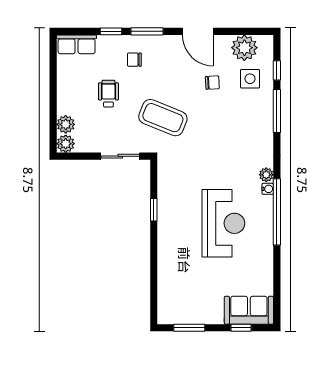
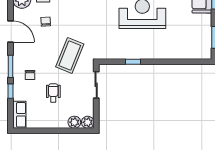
door: (198, 31) -> (10, 31), hinge flipped
wheelchair: (108, 94) -> (53, 93), turned 90

